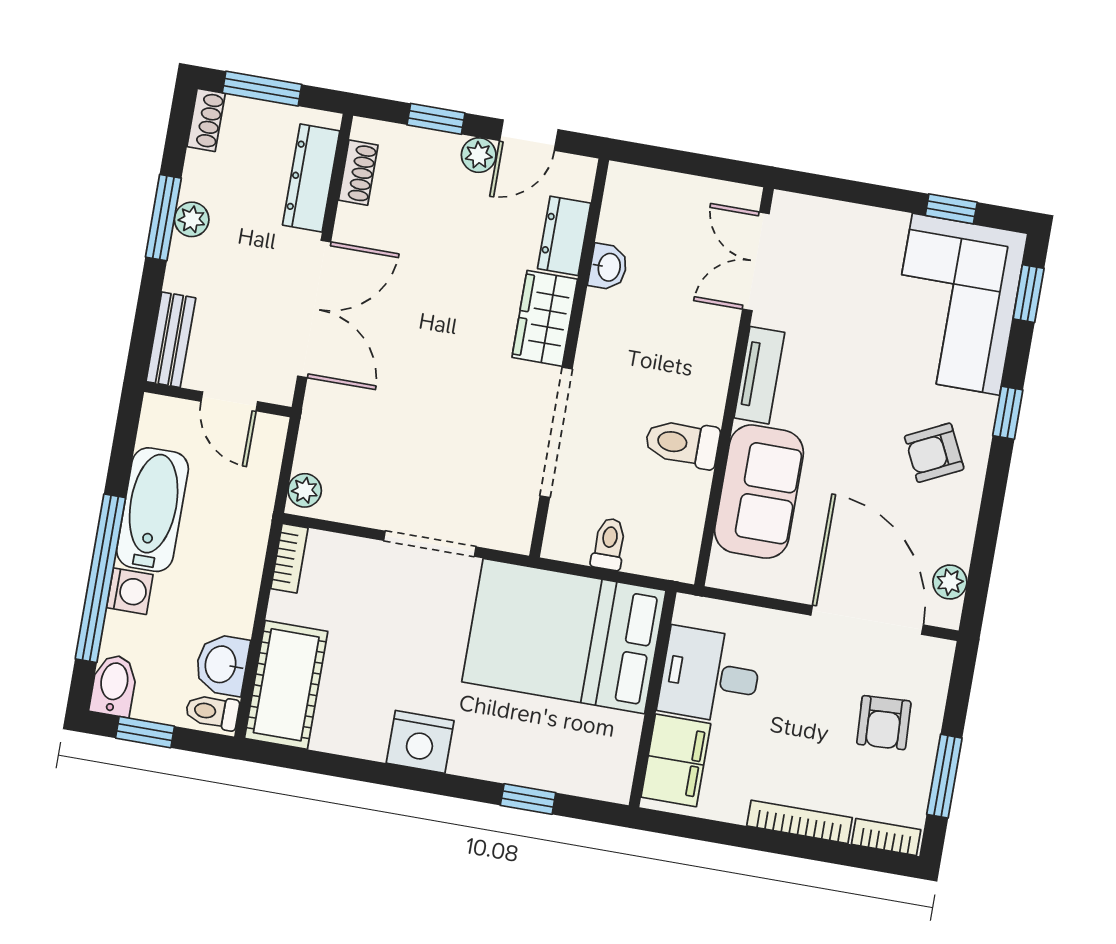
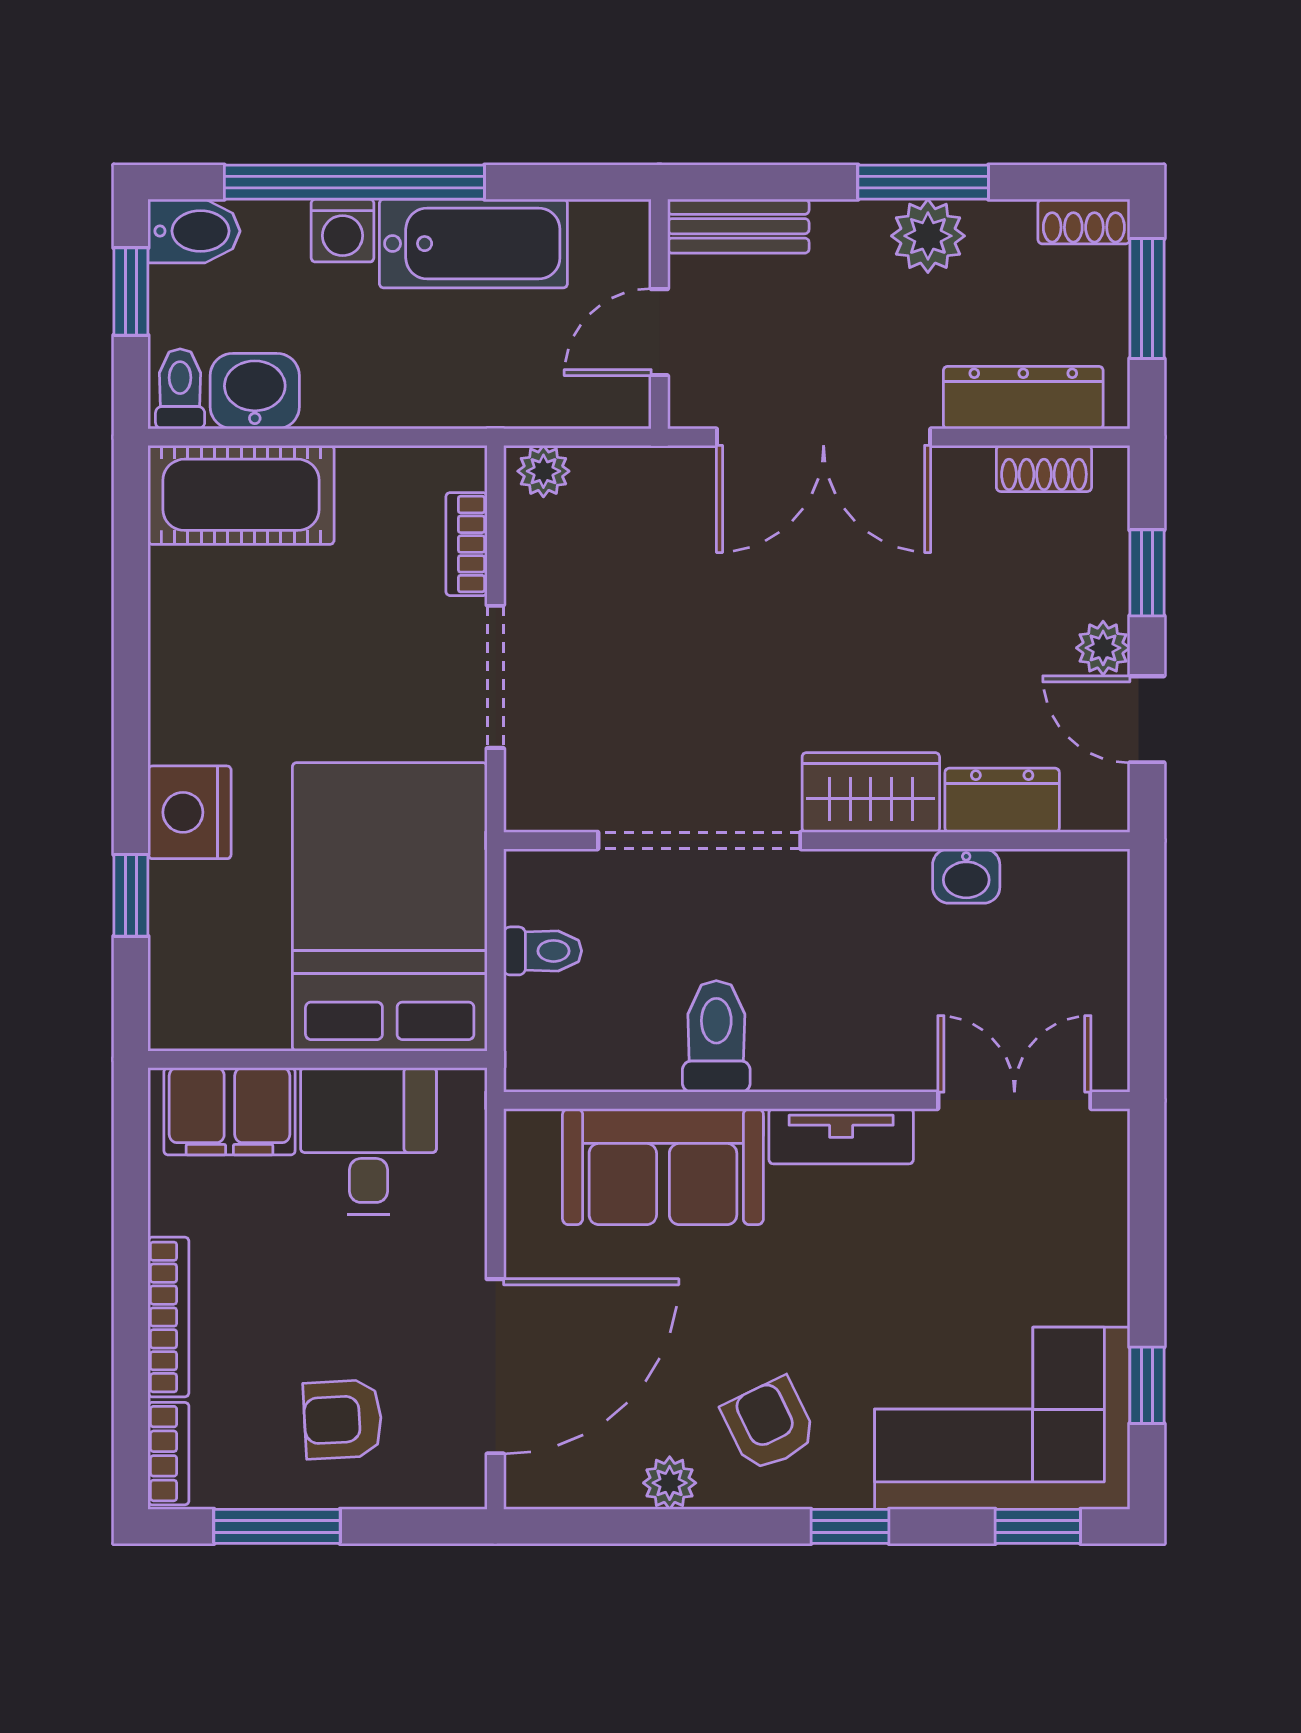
plant: (192, 219) -> (928, 236), width x1.38, depth x1.38
bookcase: (289, 558) -> (467, 544), moved, turned 90
plant: (950, 582) -> (670, 1483), moved
nightstand: (420, 742) -> (190, 812), moved

